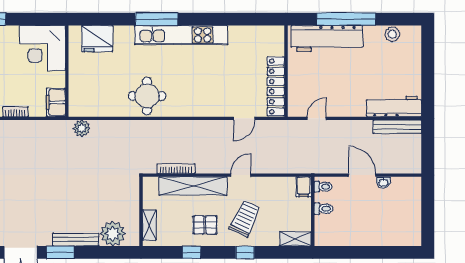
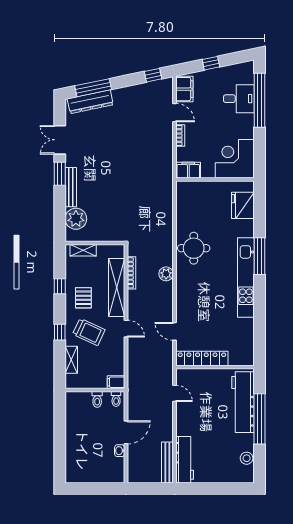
plant: (82, 128) -> (166, 274), moved
shelving: (295, 239) -> (71, 360), moved

